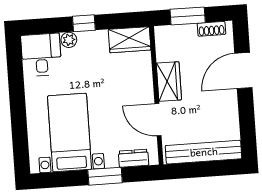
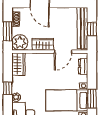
plant: (169, 39) -> (20, 42), added
window: (203, 169) -> (92, 29), added
window: (105, 176) -> (92, 99), moved

